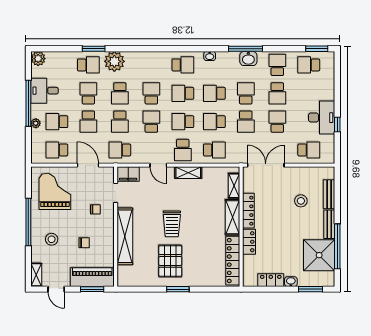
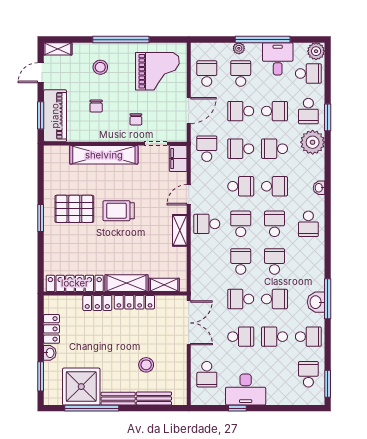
washbasin: (210, 56) -> (319, 188), moved
school desk: (214, 150) -> (308, 73), moved, turned -90

